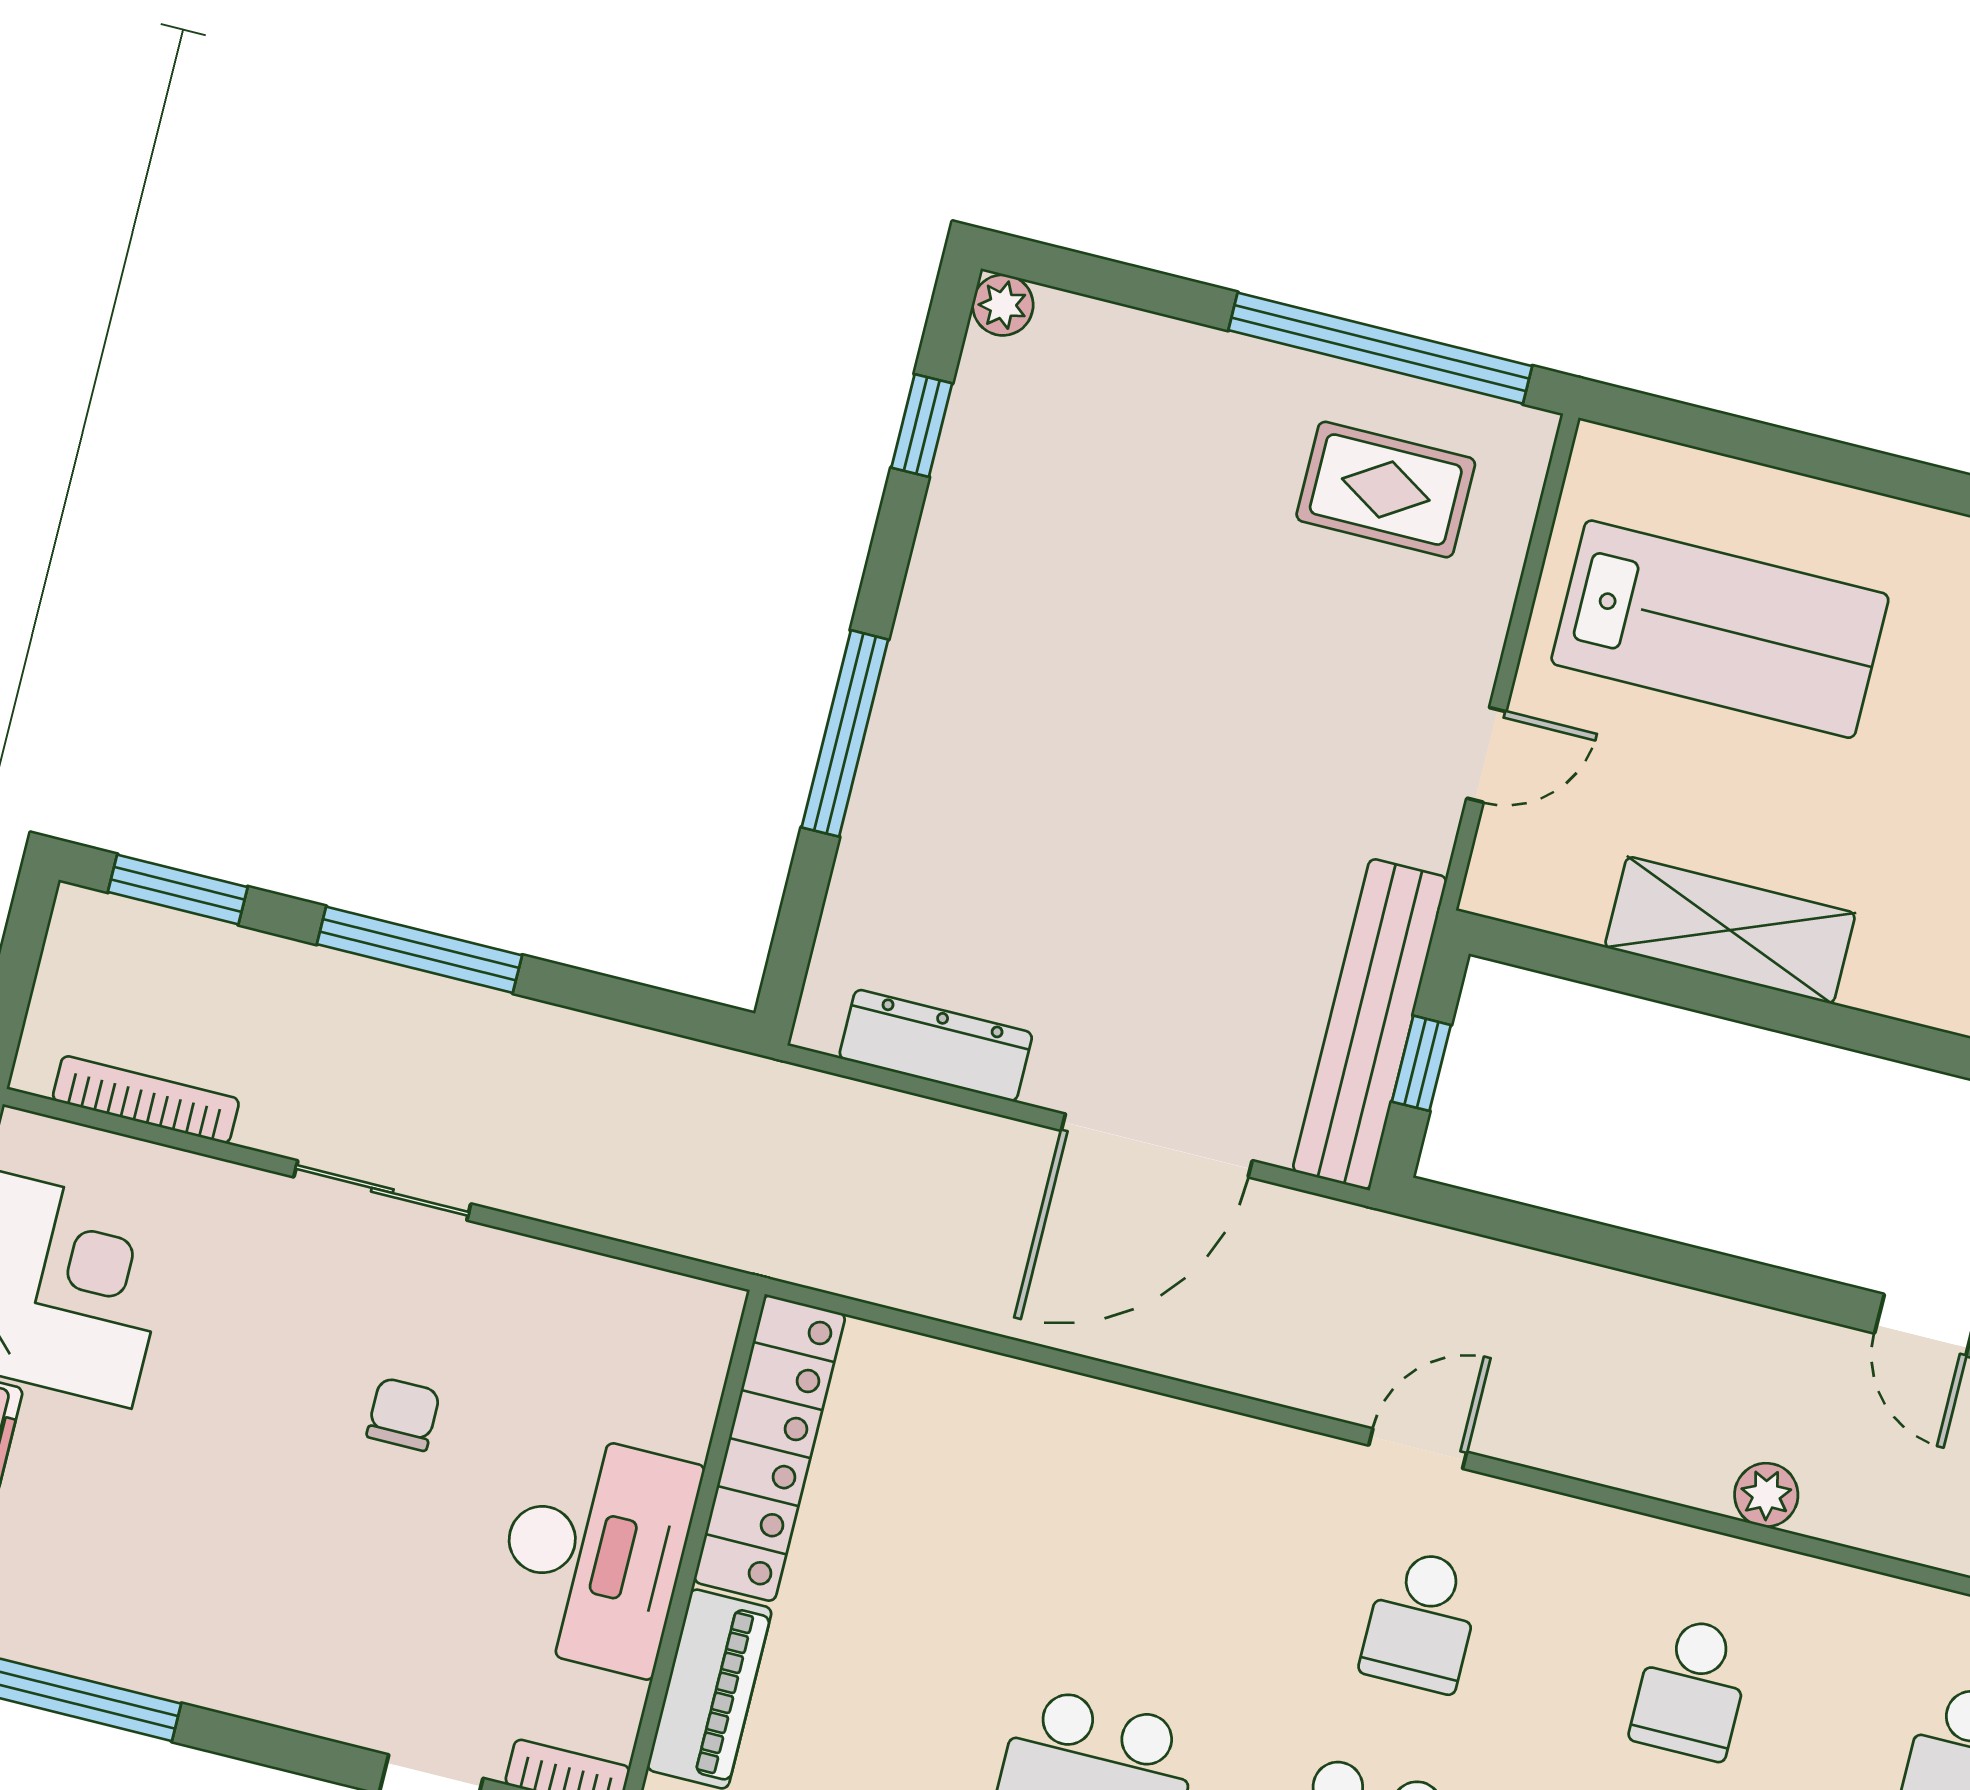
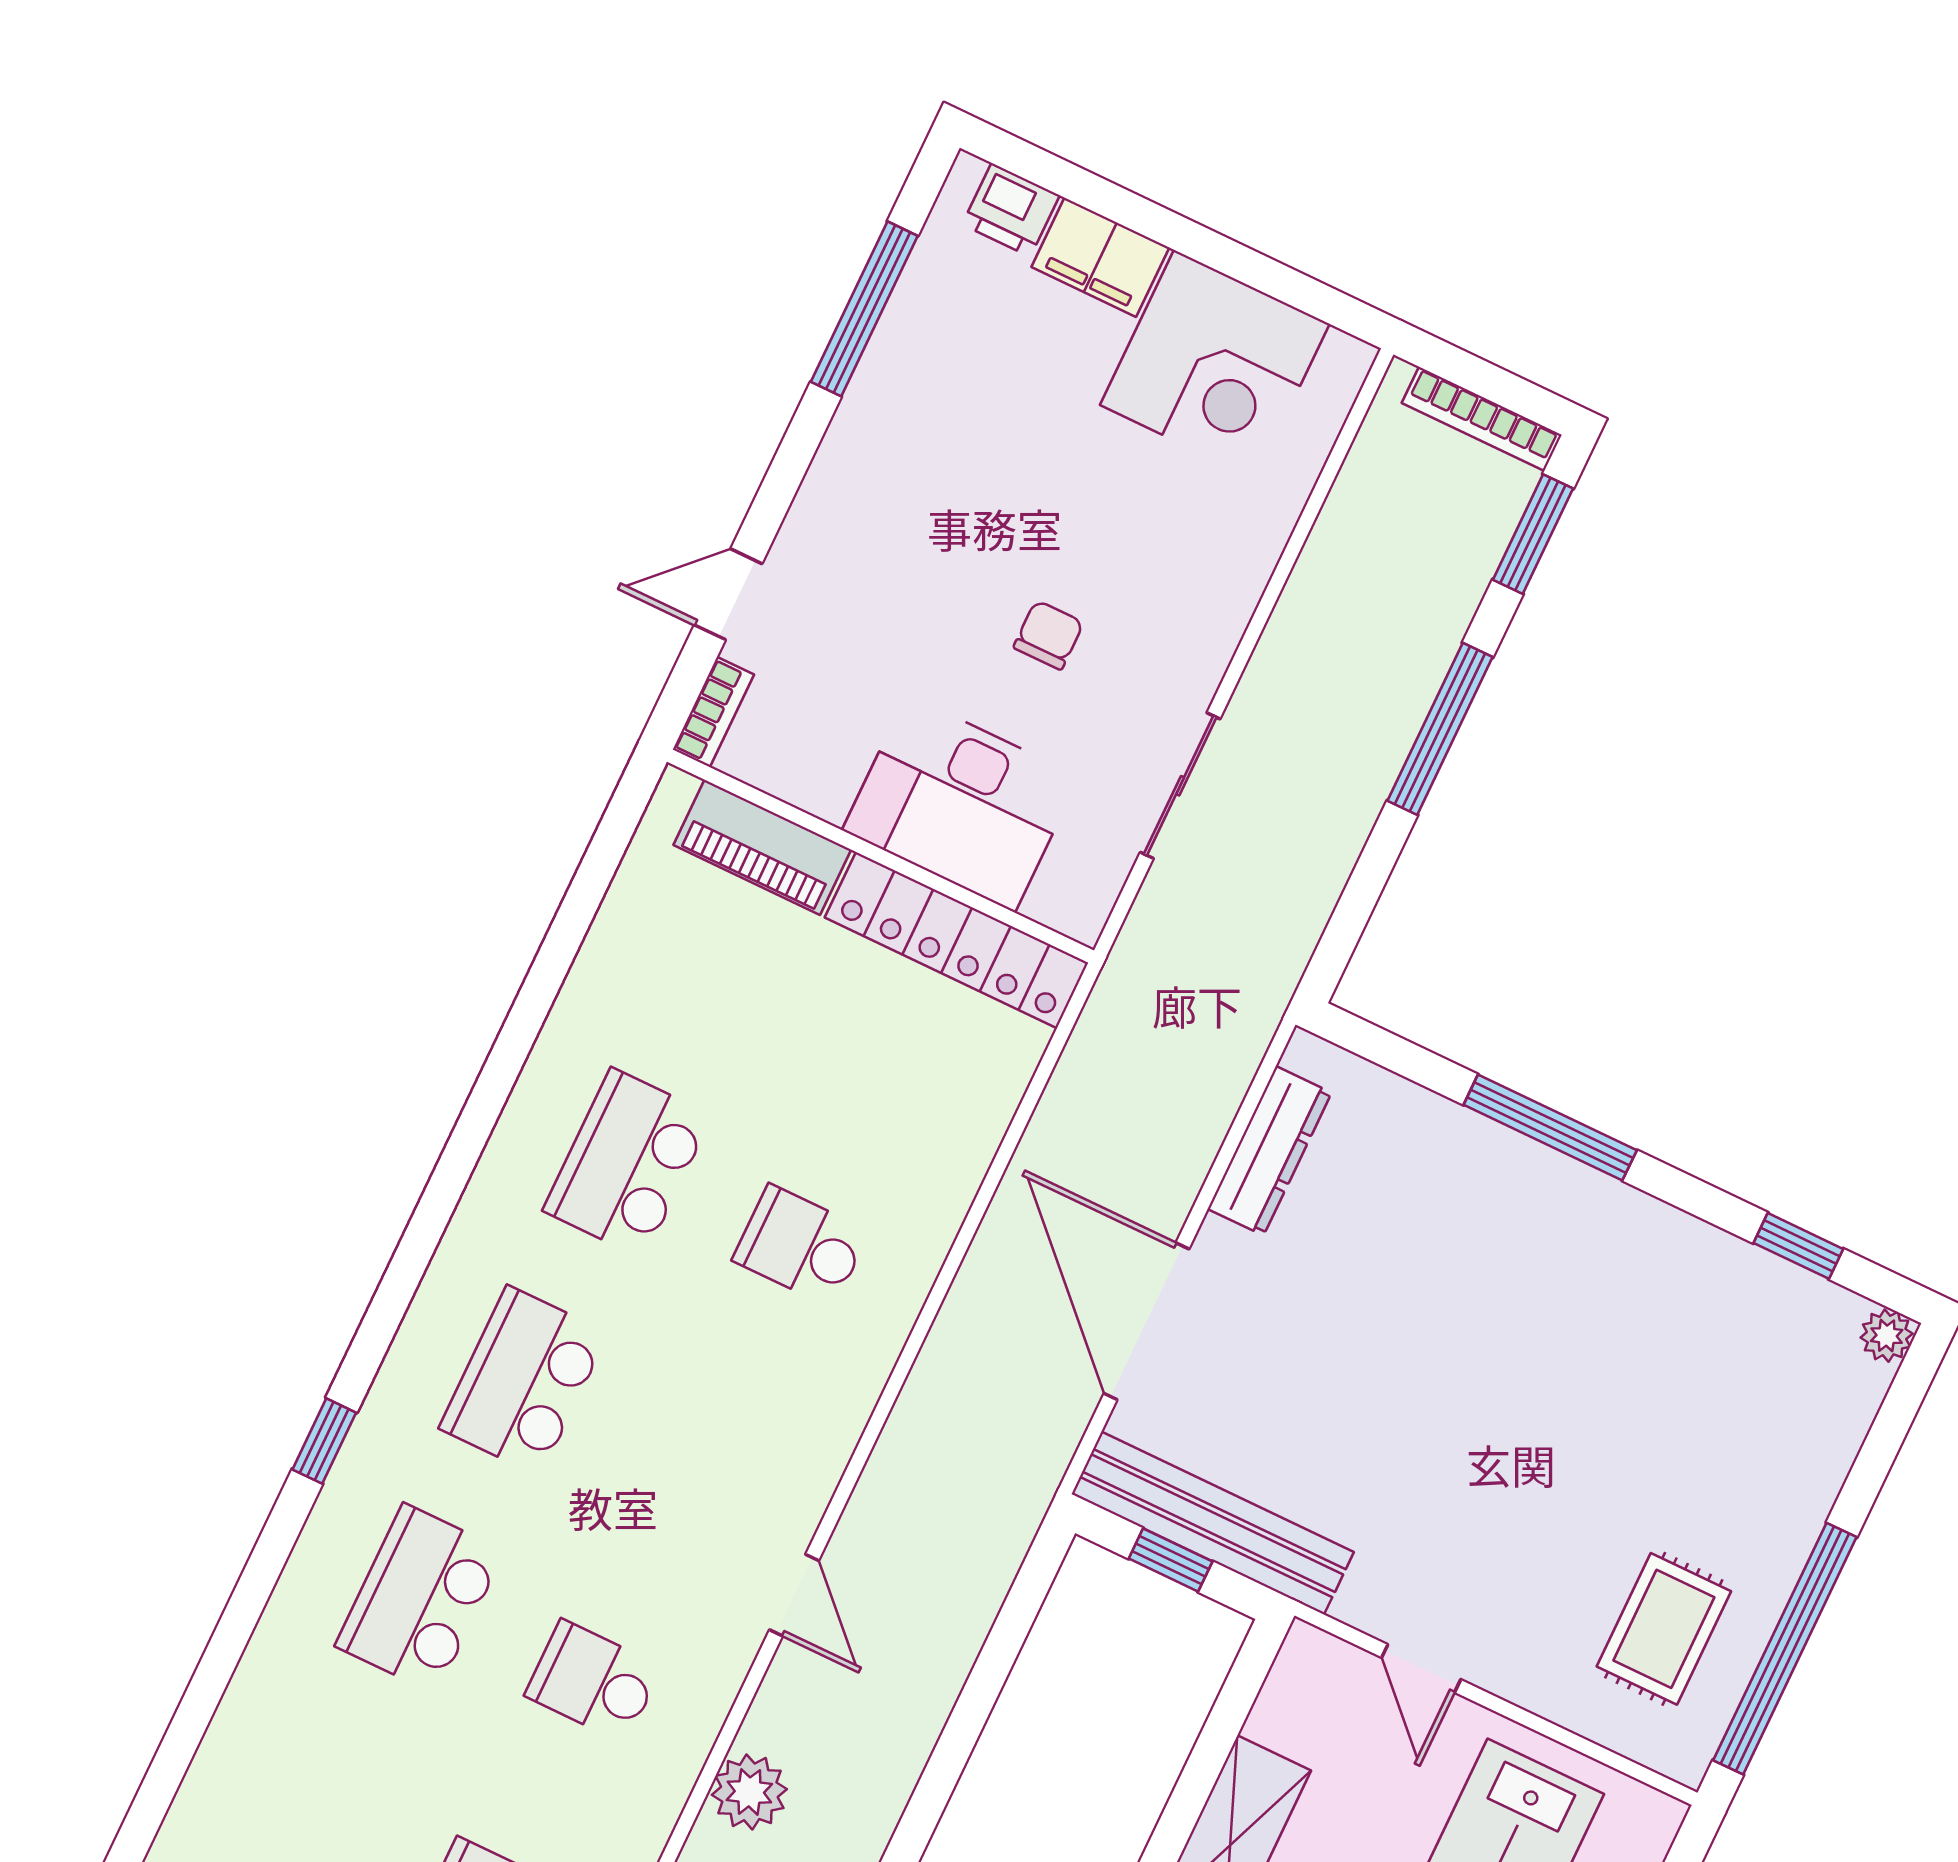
bookcase: (146, 1099) -> (1482, 419), moved, turned 90
sliding door: (382, 1190) -> (1180, 786), moved
chair: (403, 1414) -> (1048, 635), turned -90
door: (1418, 1449) -> (794, 1595), moved
plant: (1766, 1495) -> (749, 1792), width x1.38, depth x1.38
desk: (595, 1553) -> (961, 803), moved
school desk: (1421, 1621) -> (801, 1246), moved

